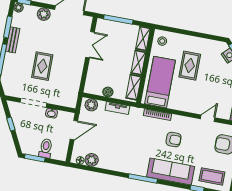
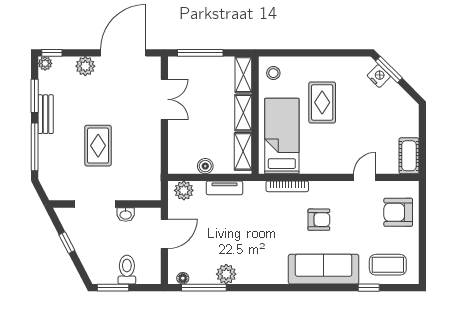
plant: (92, 160) -> (226, 274), moved
window: (143, 178) -> (204, 288), moved

